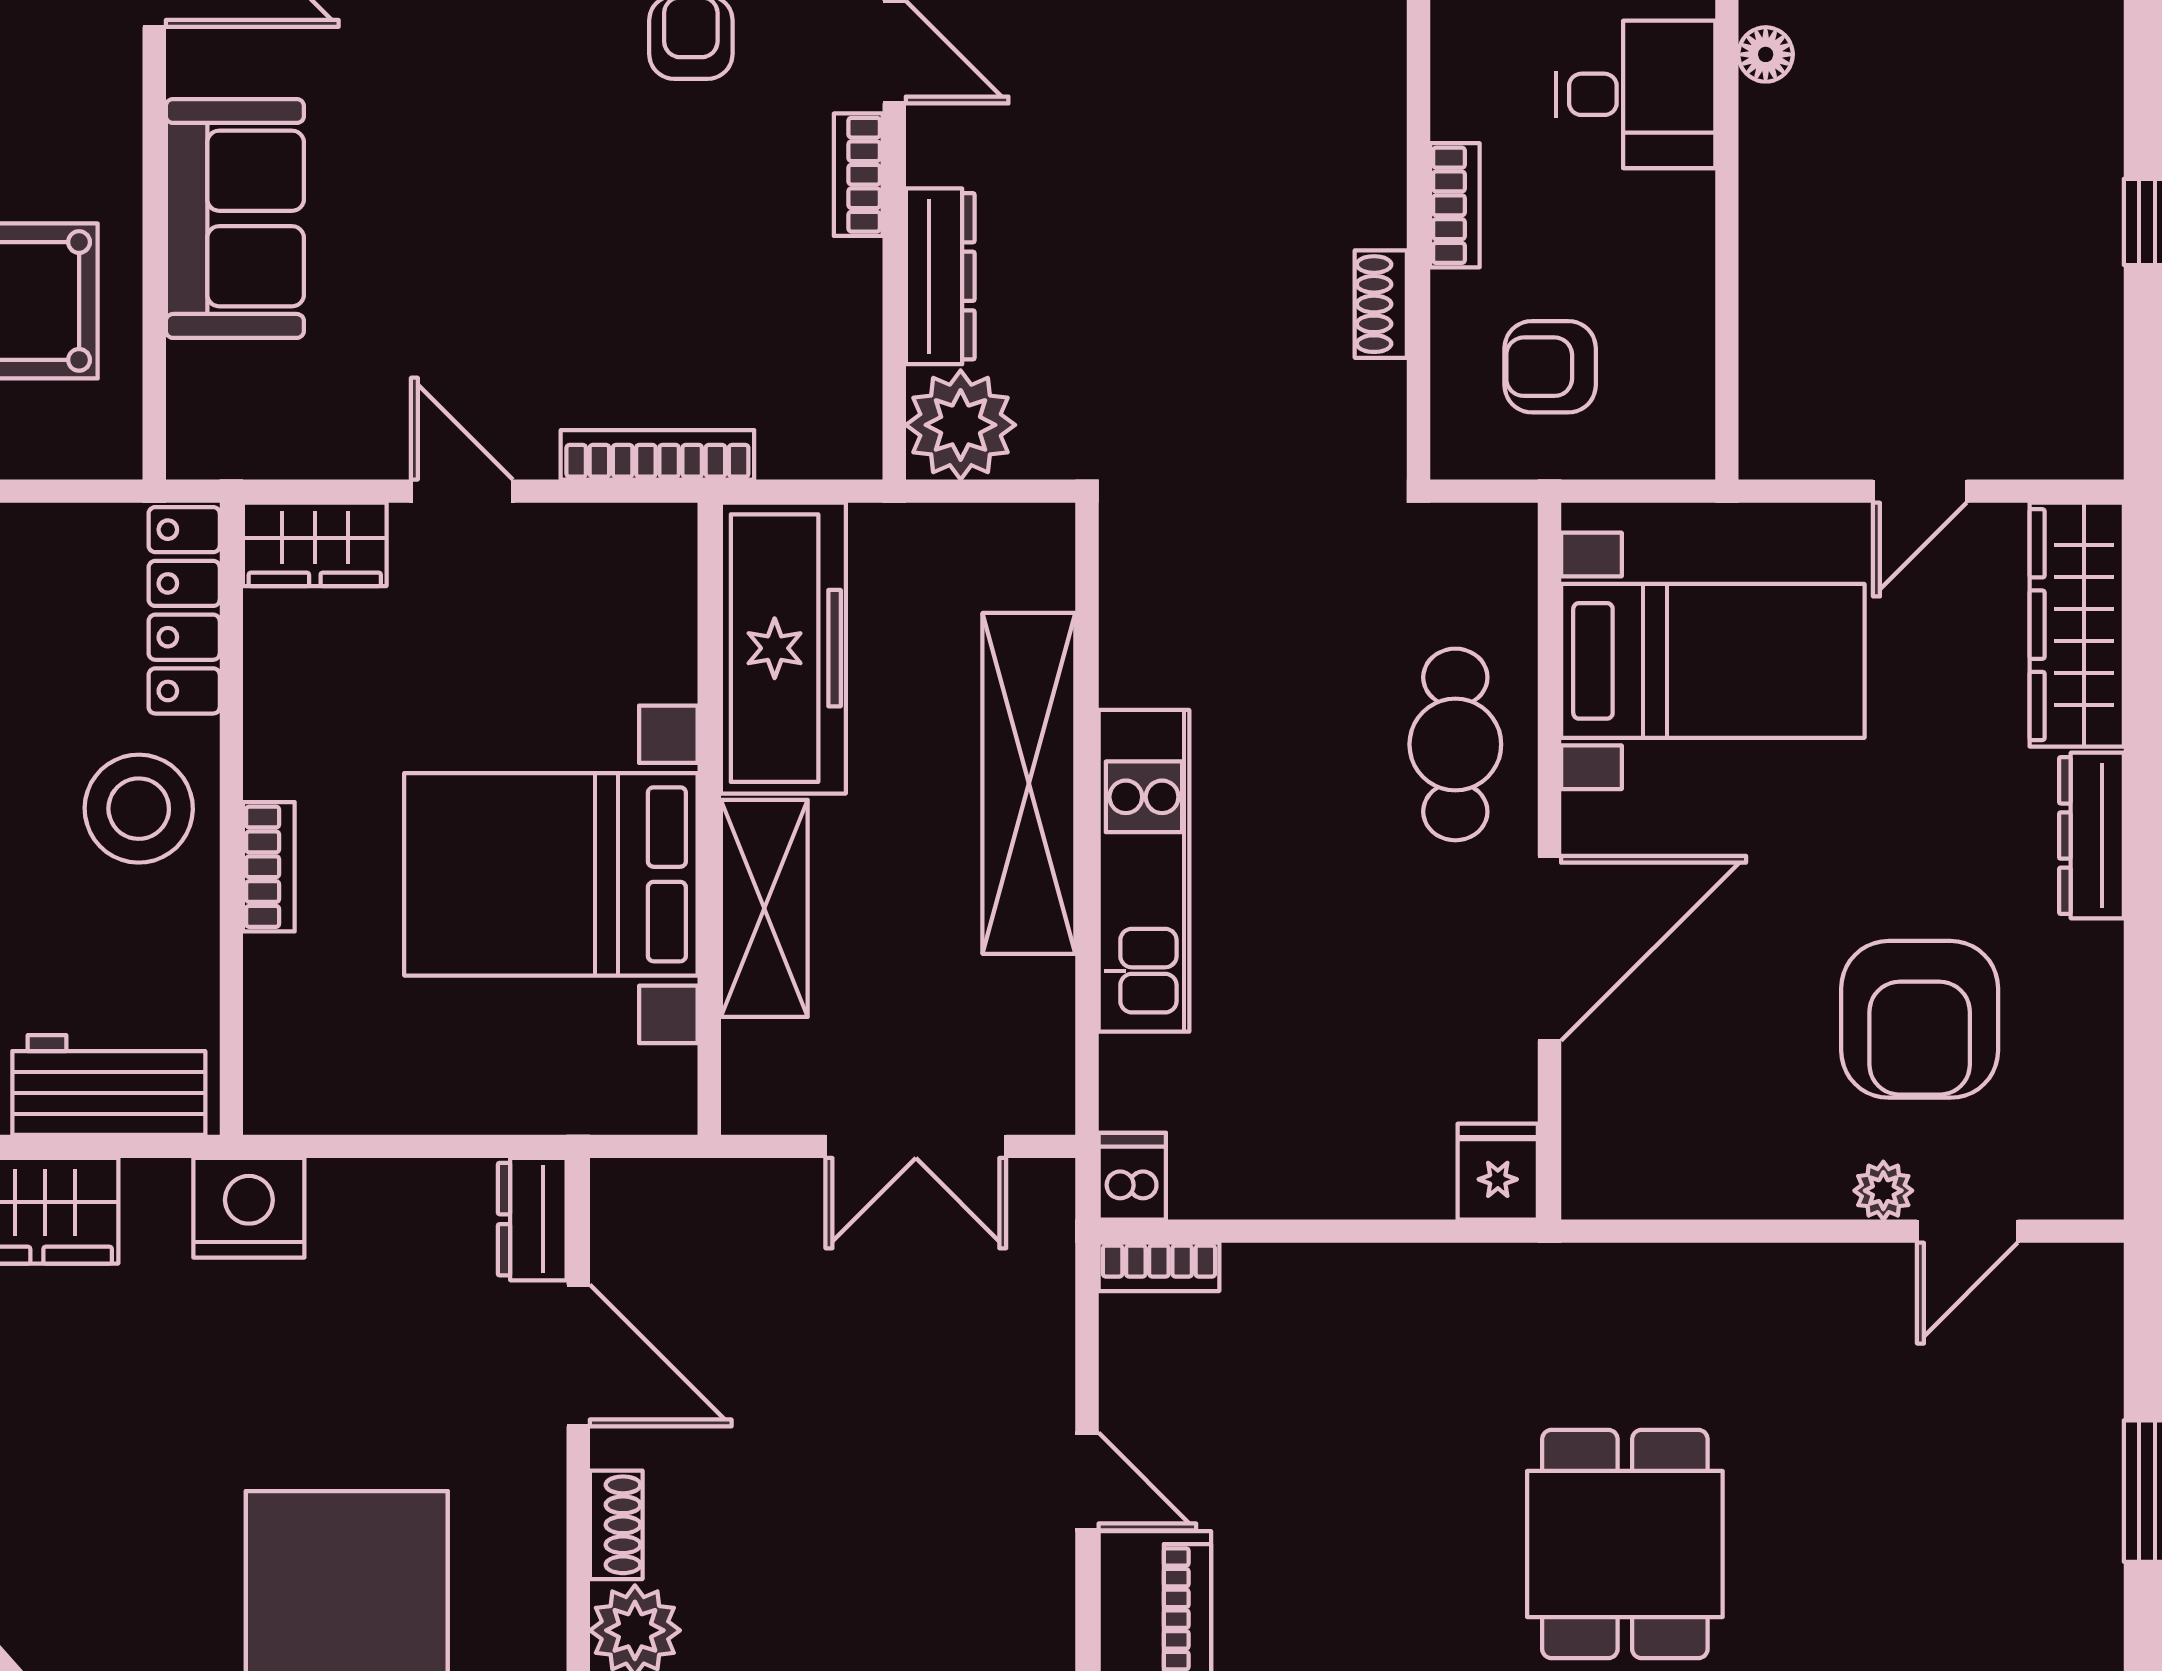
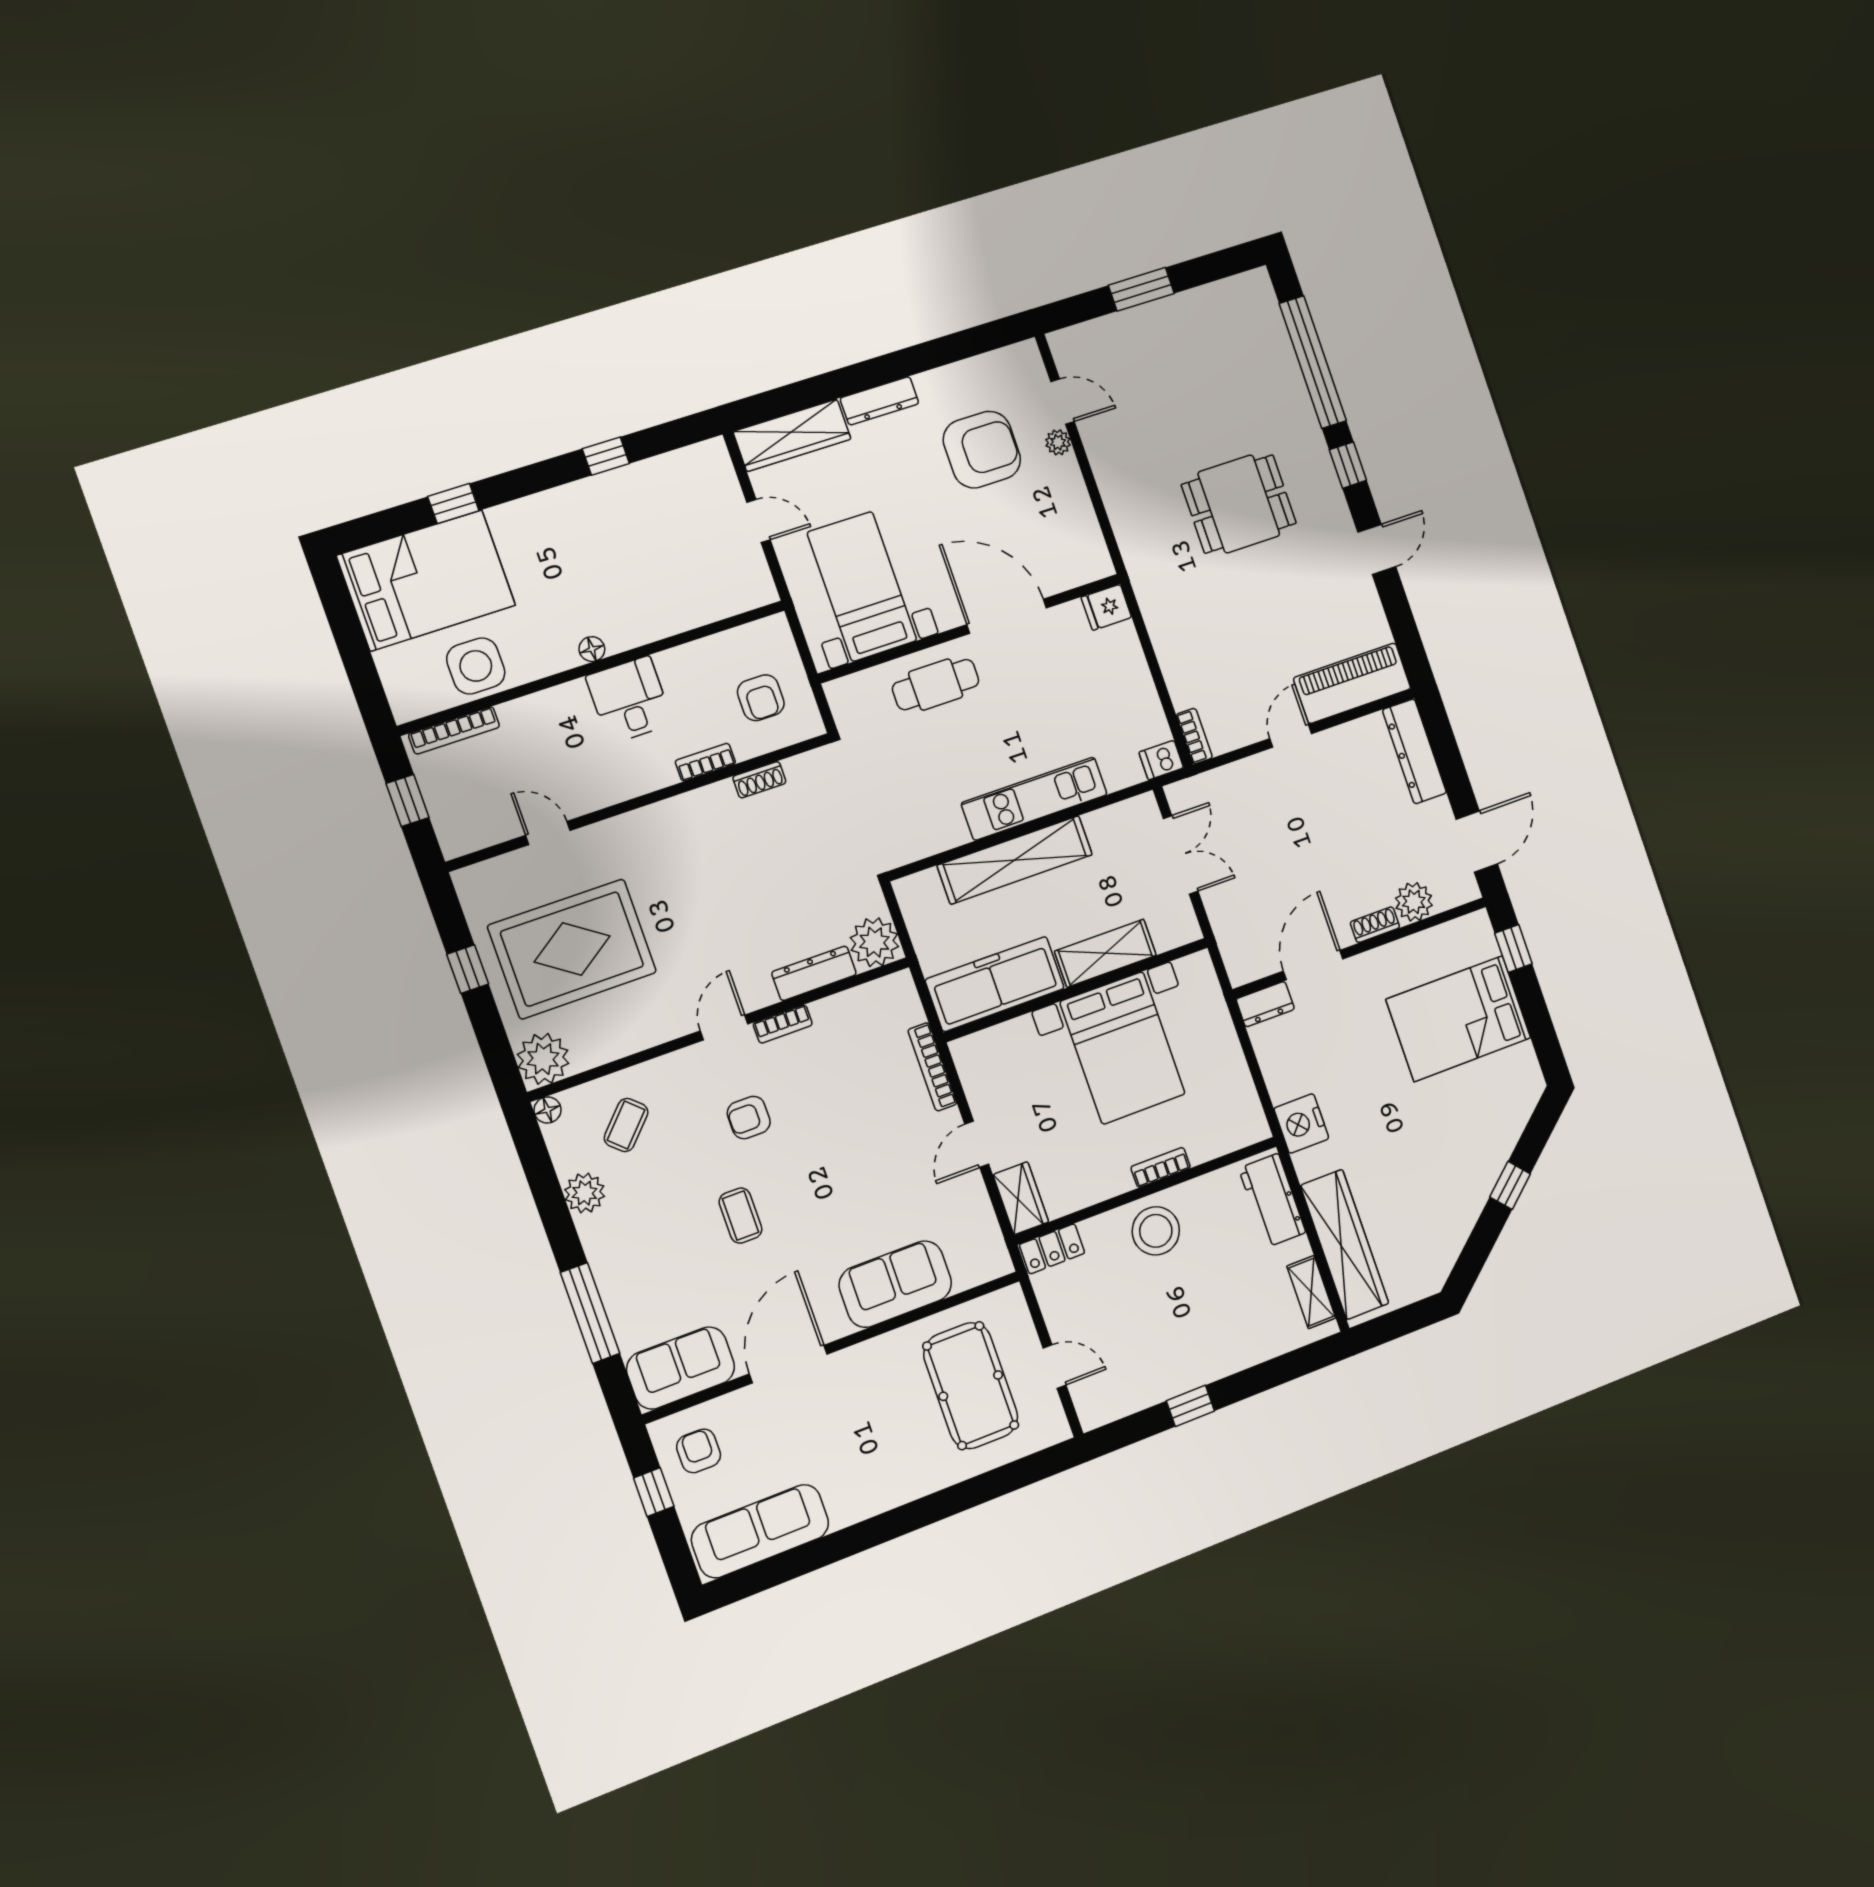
locker: (184, 610) -> (1052, 1249), width x0.66

